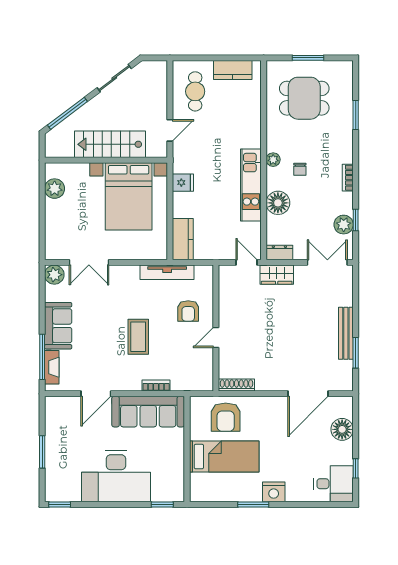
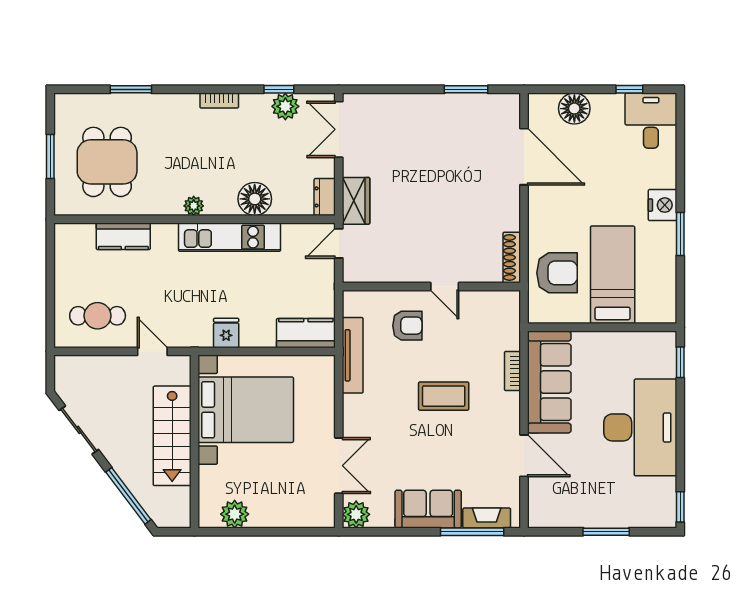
kitchen counter: (233, 70) -> (123, 236), moved, turned 90
chair: (300, 169) -> (207, 168), removed
bench: (346, 333) -> (439, 103), removed

